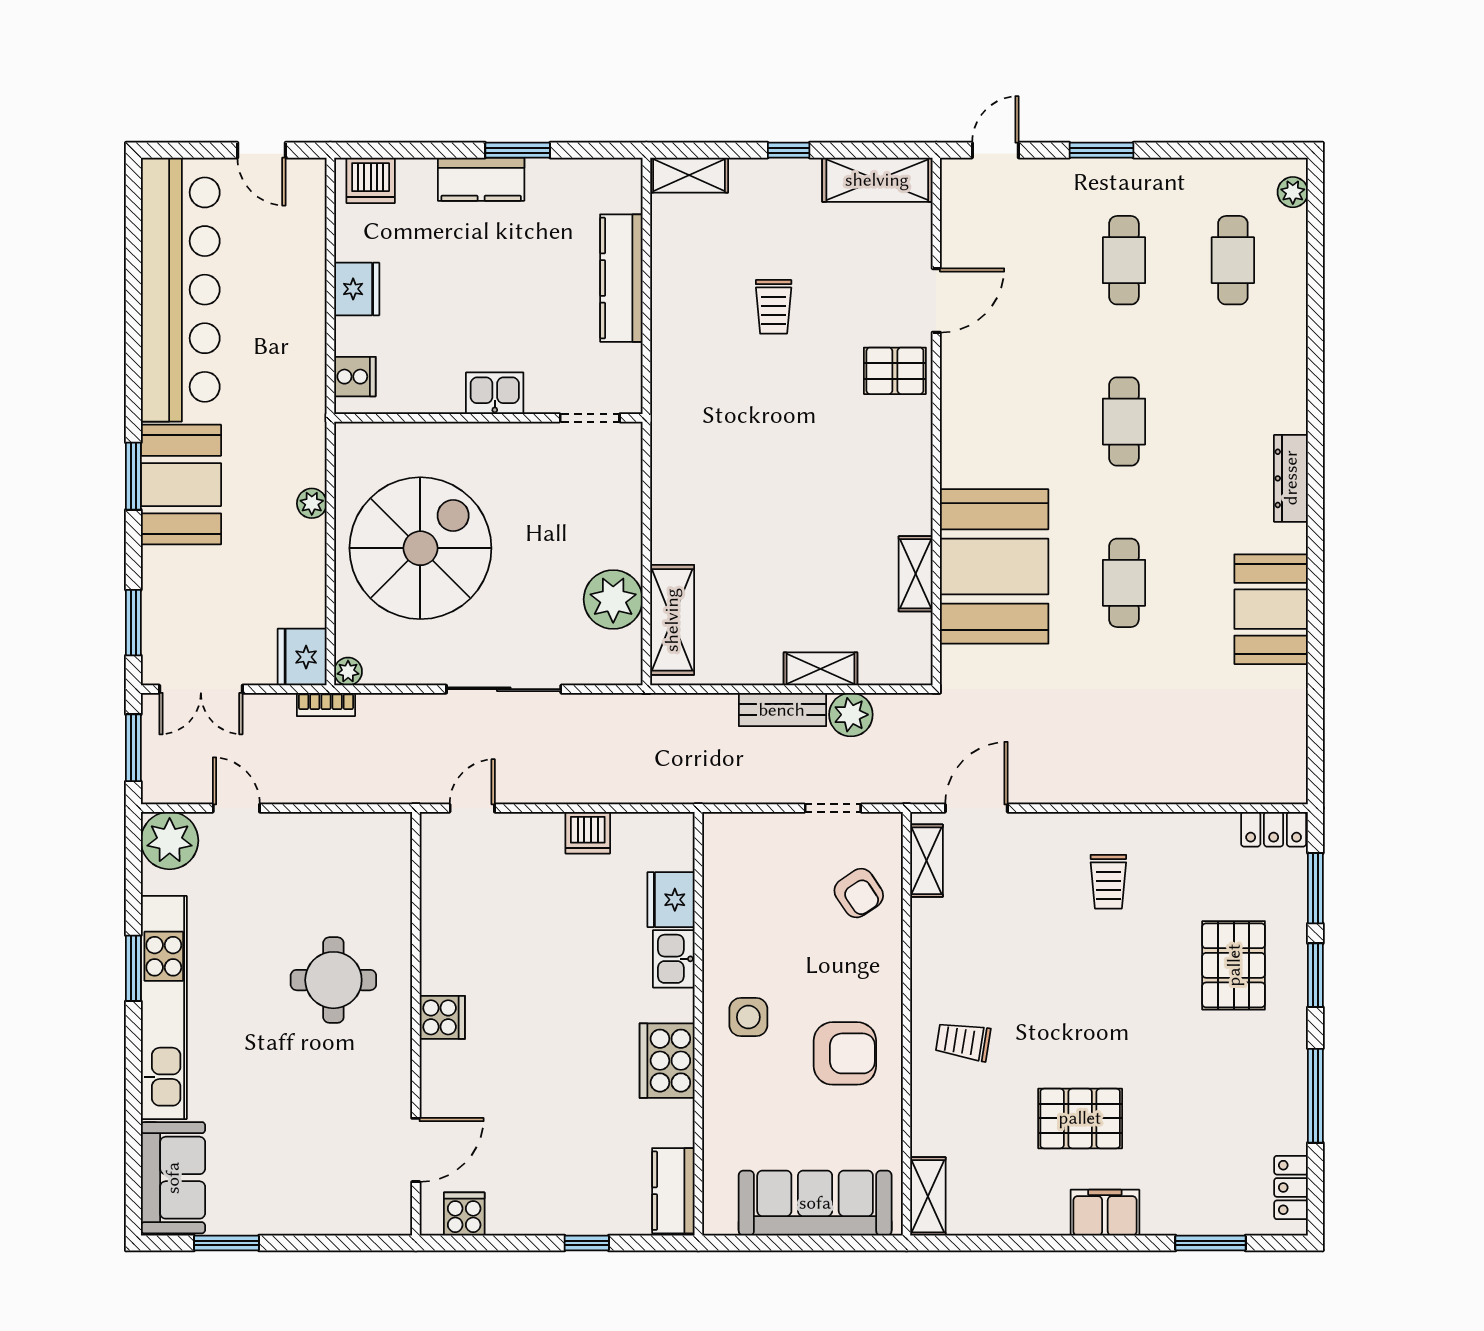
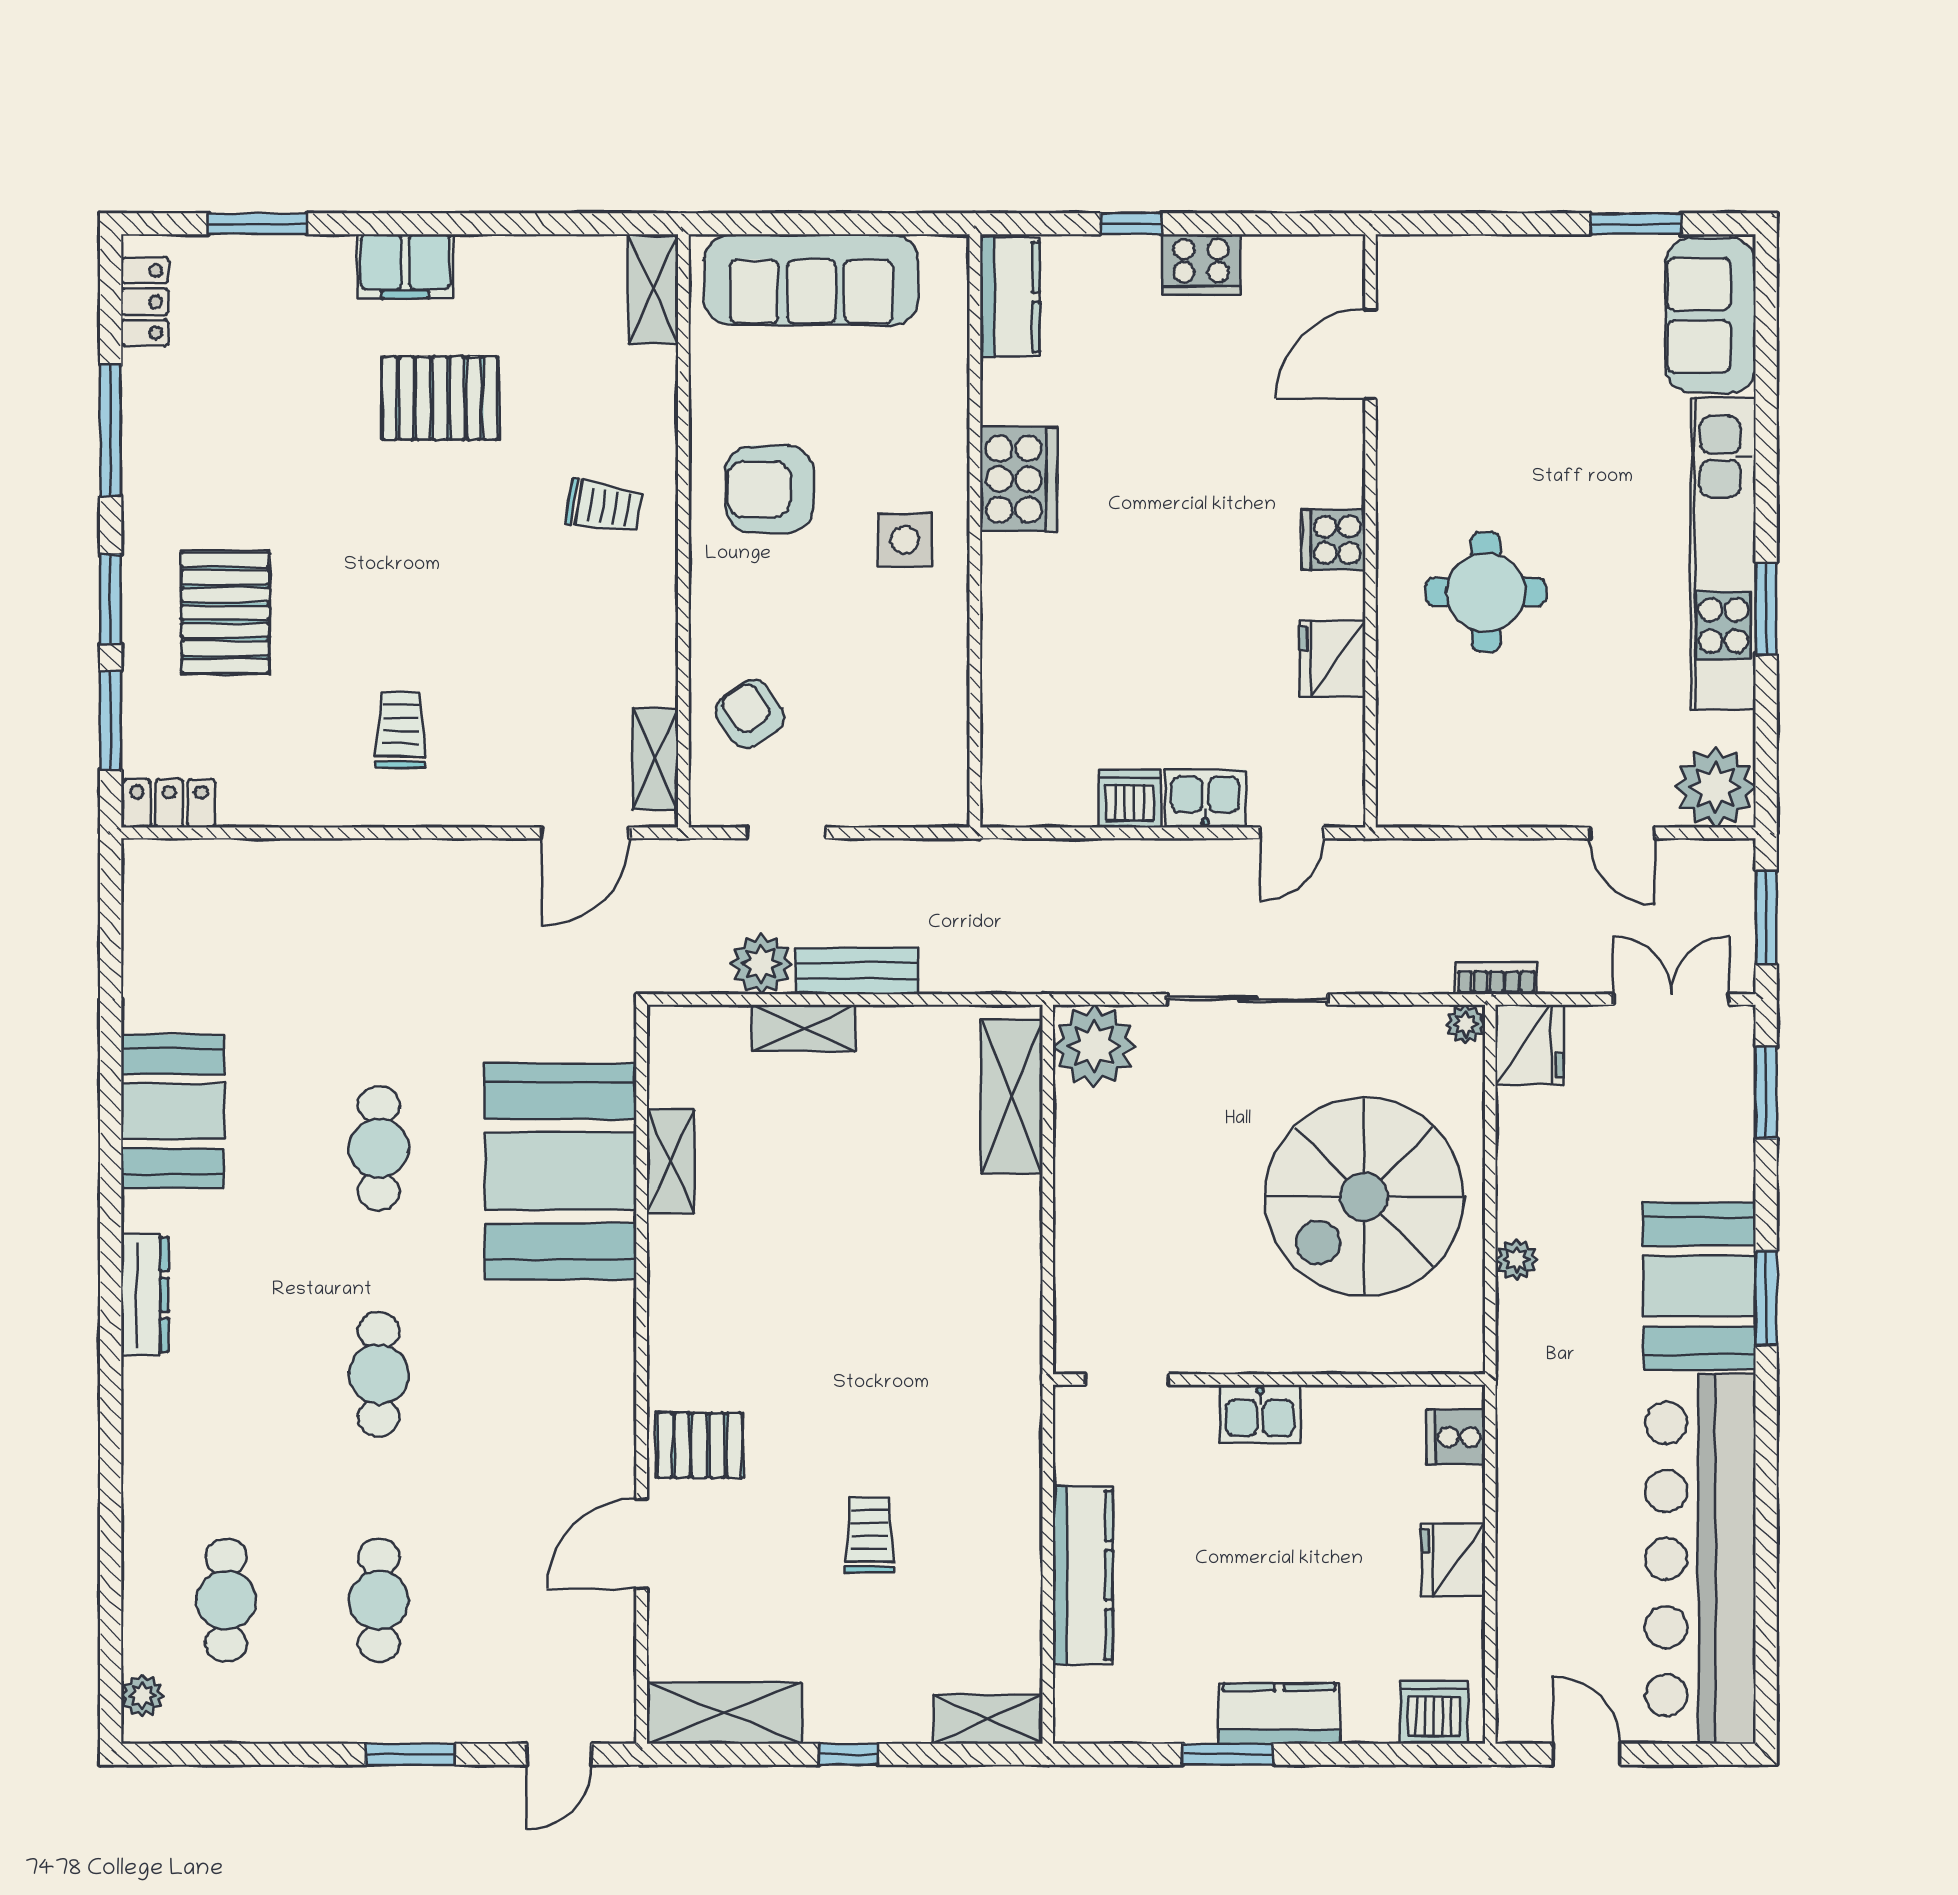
plant: (613, 599) -> (1094, 1046), moved
fridge: (671, 900) -> (1332, 659), moved, turned 180
kitchen sink: (674, 959) -> (1205, 798), moved, turned -90
cooker: (464, 1214) -> (1201, 264), moved, width x1.36

